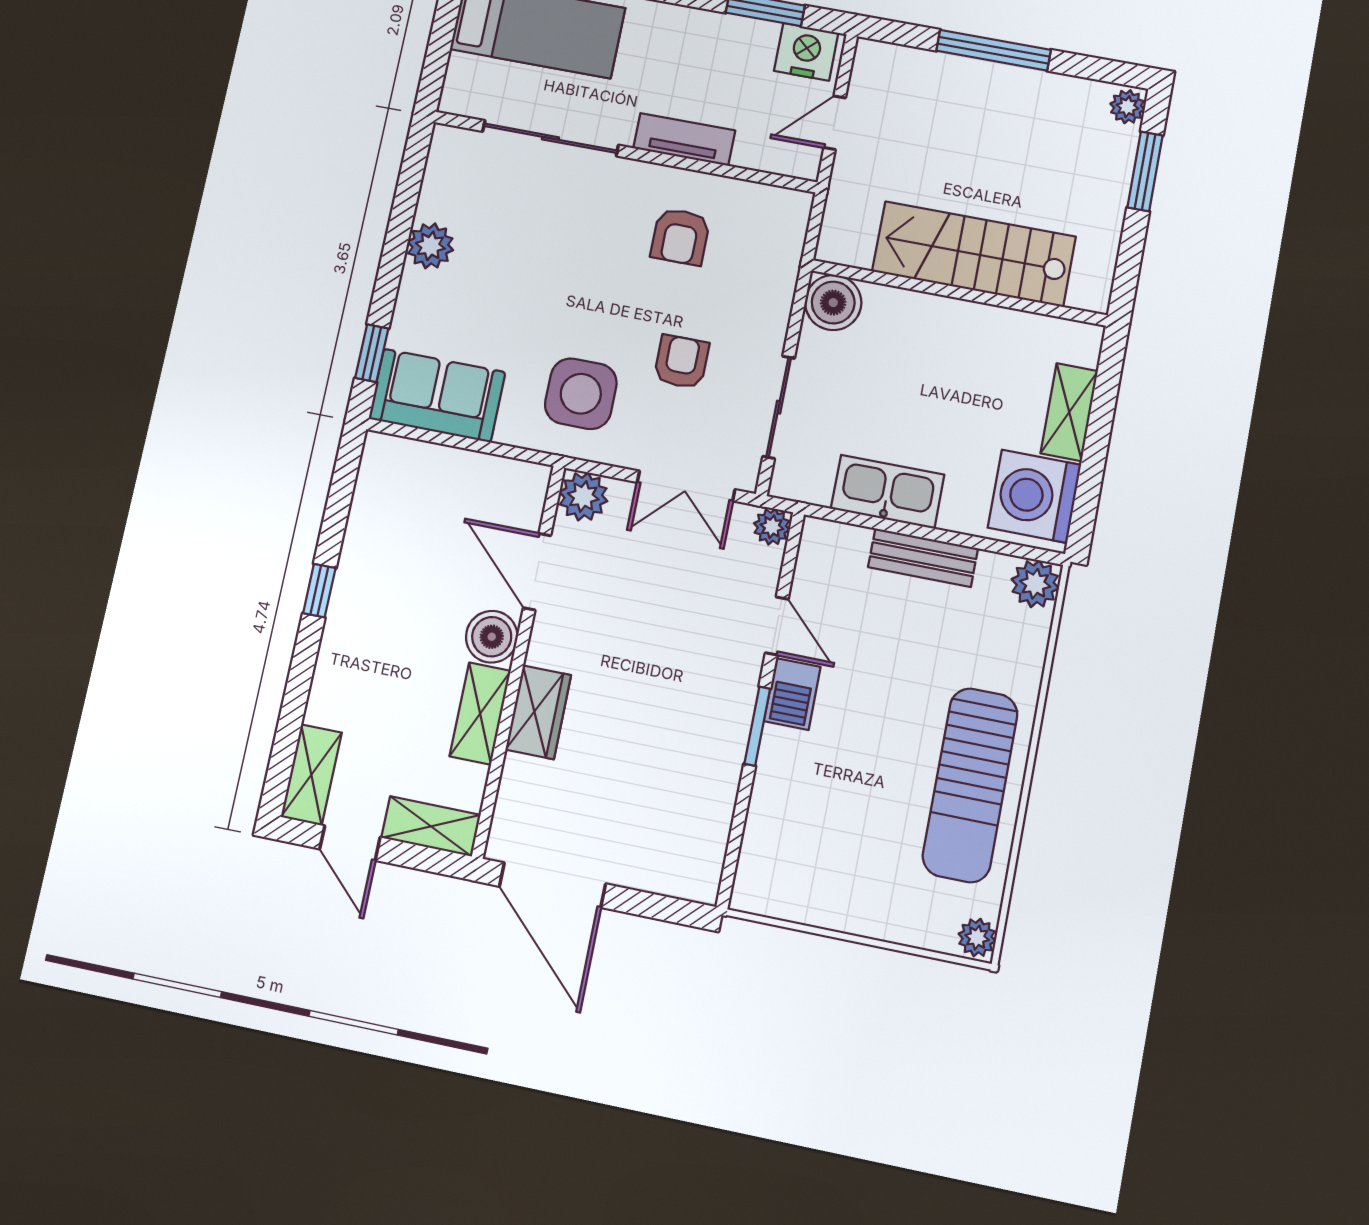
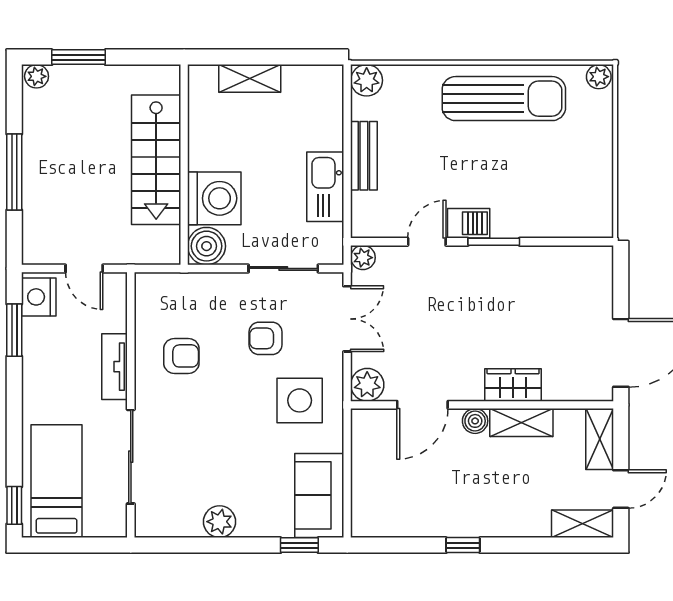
washing machine: (1034, 496) -> (214, 198), moved, turned -90
boiler: (492, 637) -> (475, 421), width x0.73, depth x0.73

